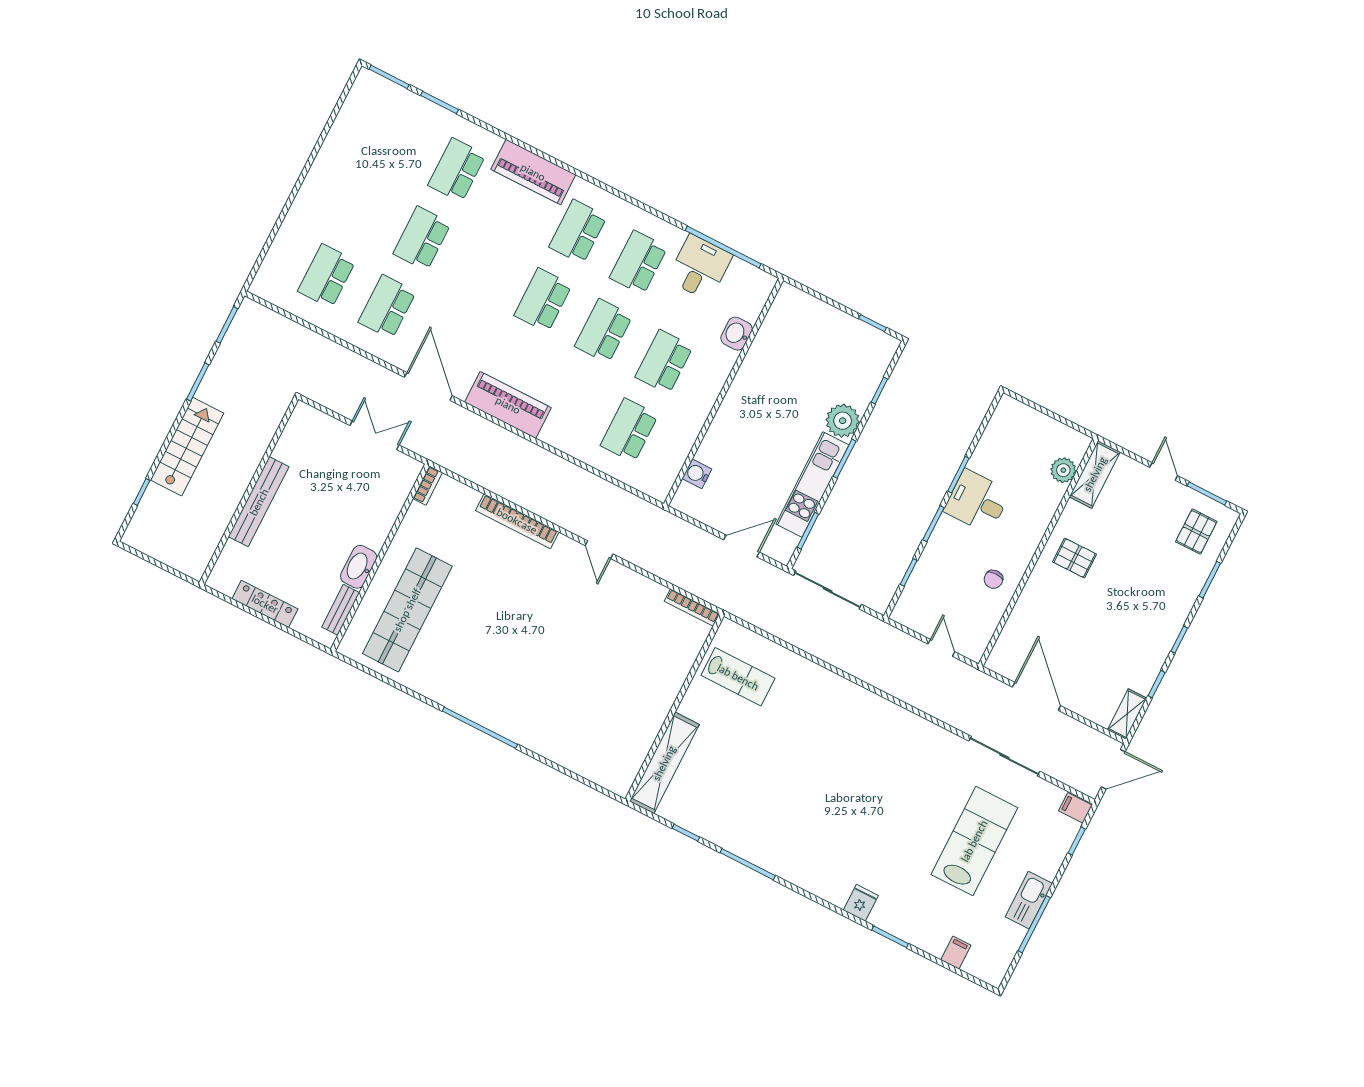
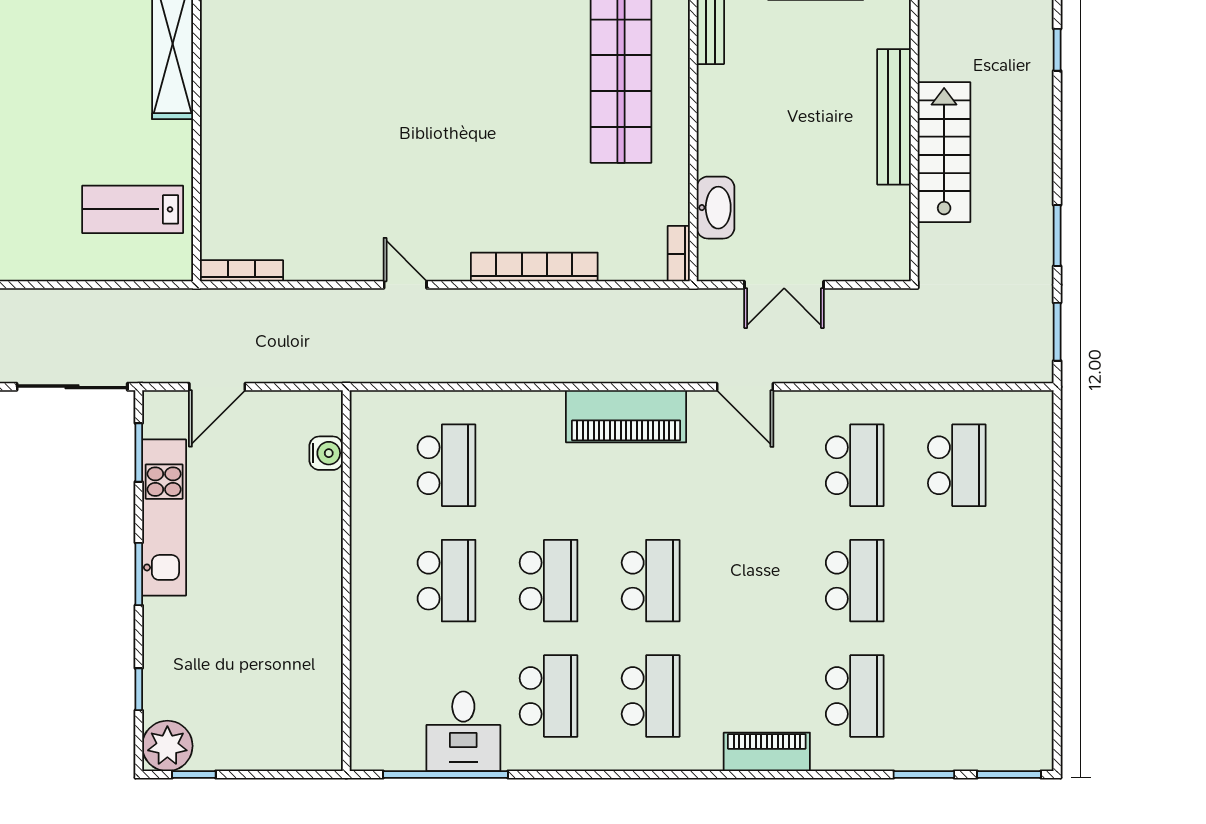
piano: (533, 172) -> (767, 752), width x0.73, depth x0.75
washbasin: (737, 334) -> (369, 668), removed
door: (428, 387) -> (745, 387), width x0.73
plant: (843, 421) -> (167, 746), moved
stairs: (187, 447) -> (944, 152), moved, turned 180
washbasin: (359, 567) -> (716, 208), moved

